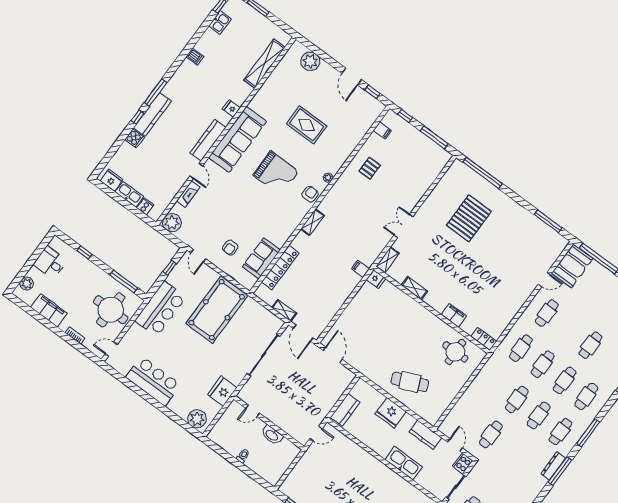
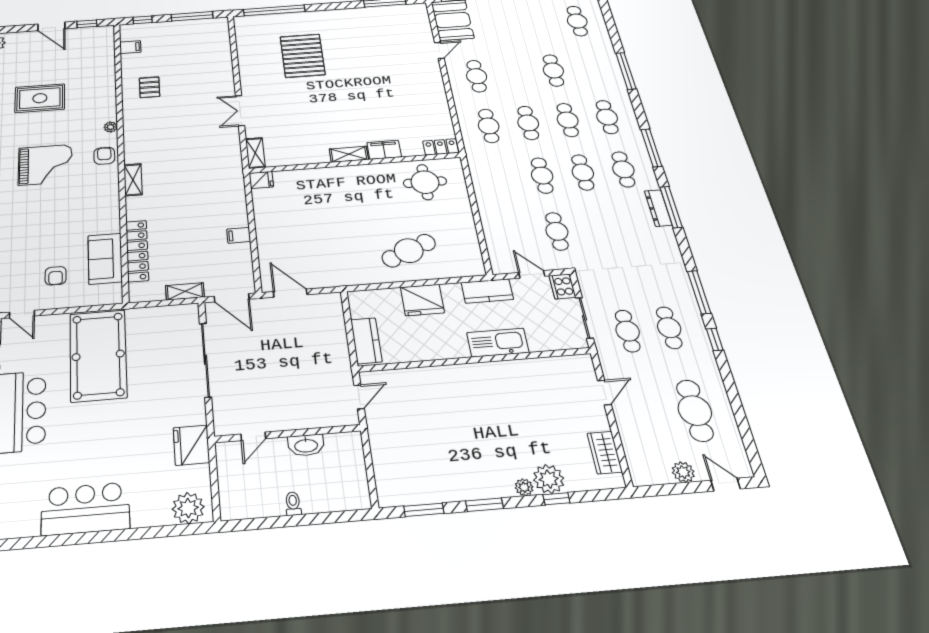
filing cabinet: (361, 269) -> (239, 235), moved
shelving: (414, 288) -> (349, 154), moved

